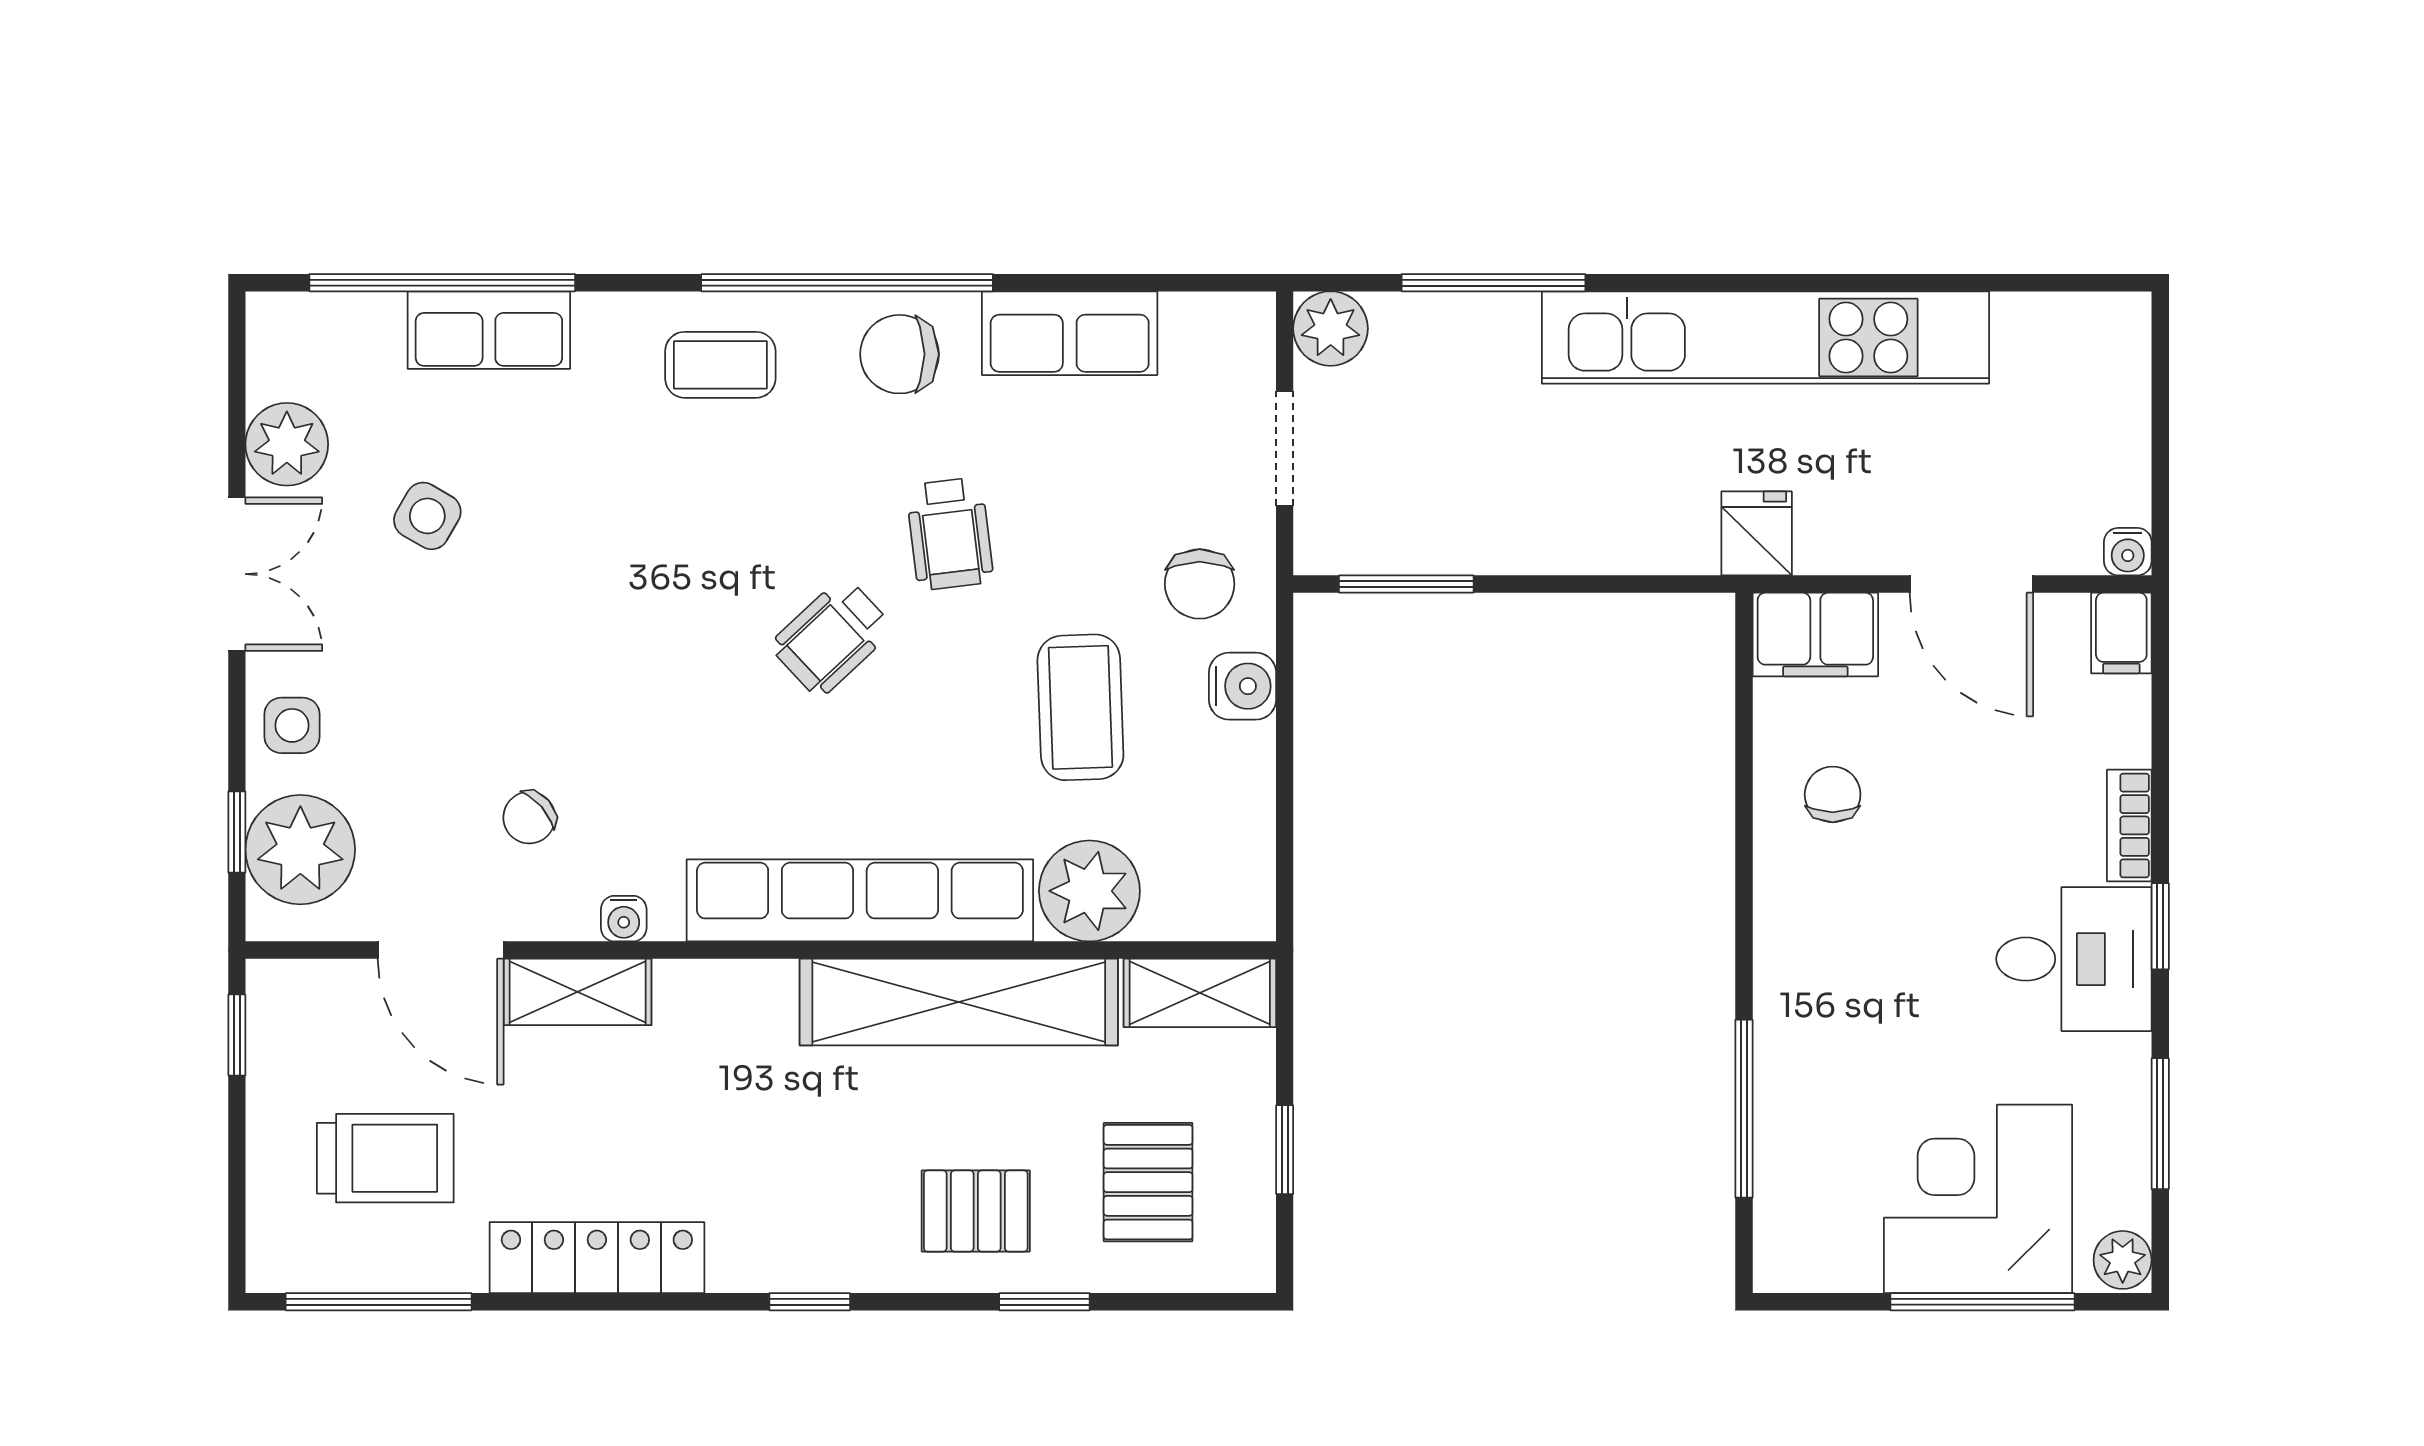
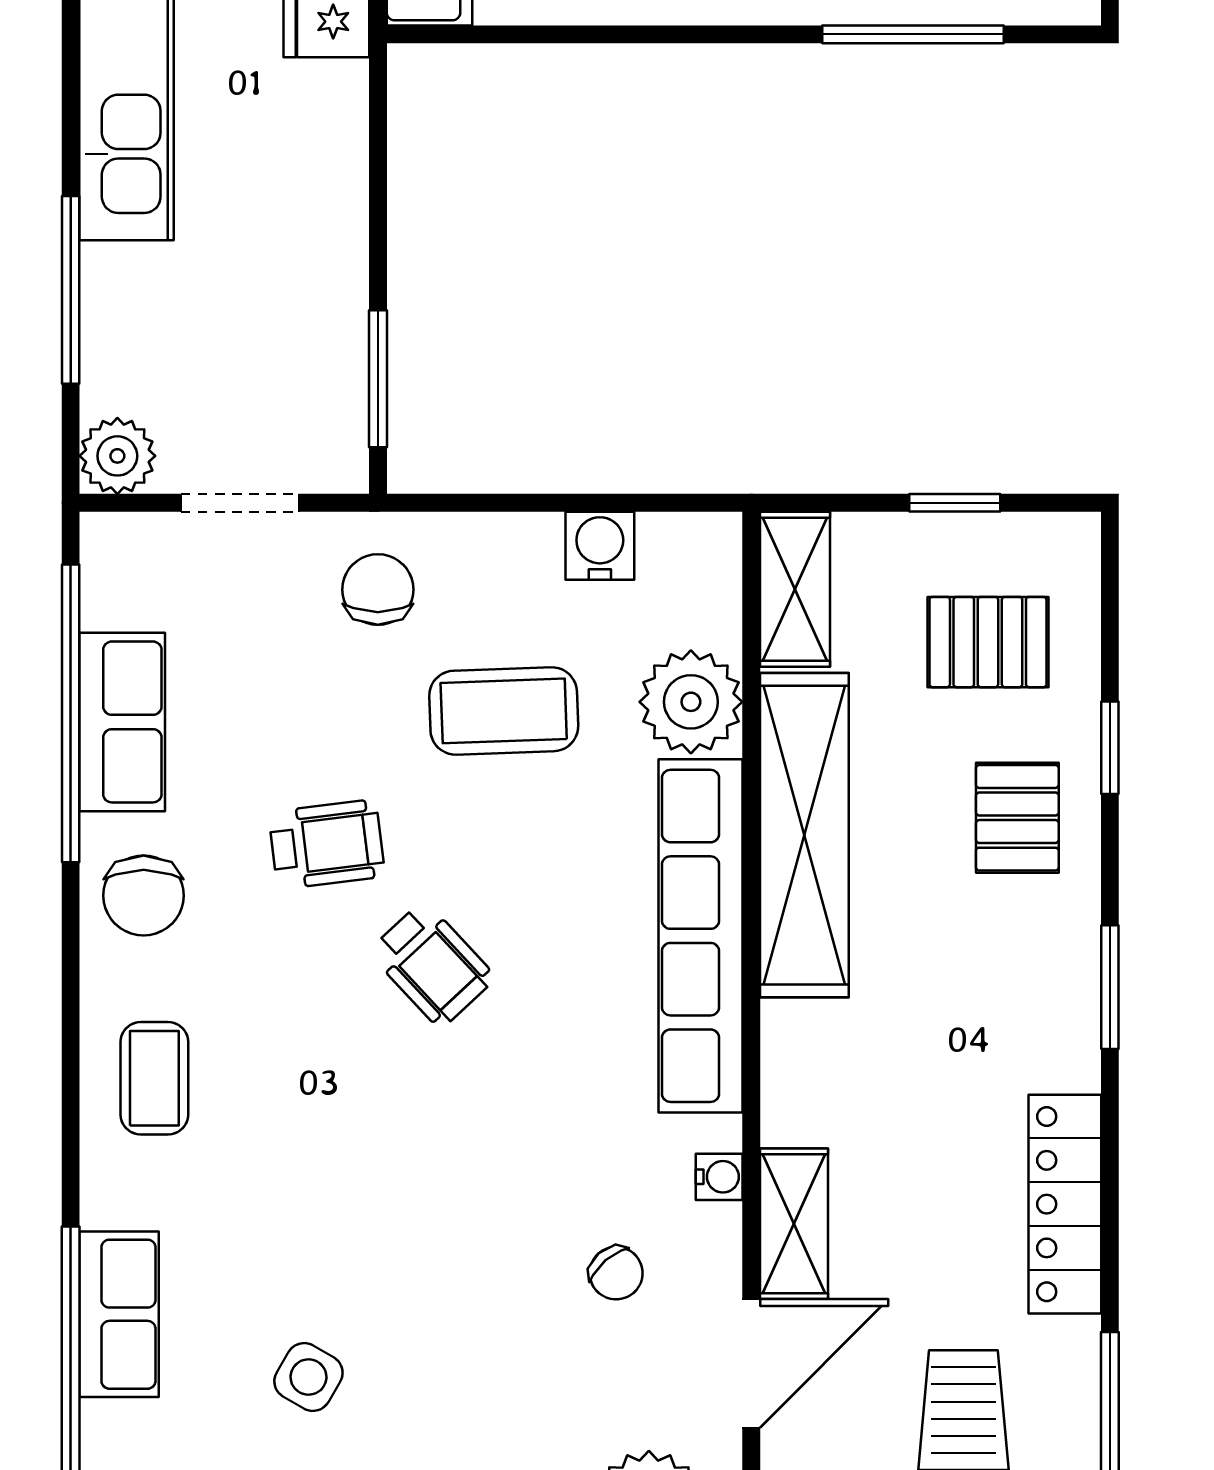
window: (847, 283) -> (71, 713), moved
chair: (1200, 584) -> (378, 590), turned -90
water cooler: (1242, 686) -> (600, 546), moved
window: (810, 1302) -> (1110, 987), width x1.50

